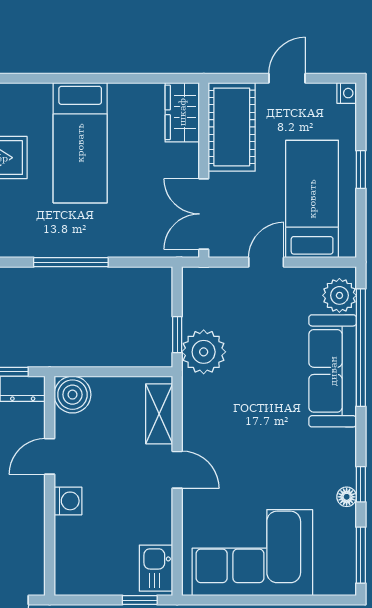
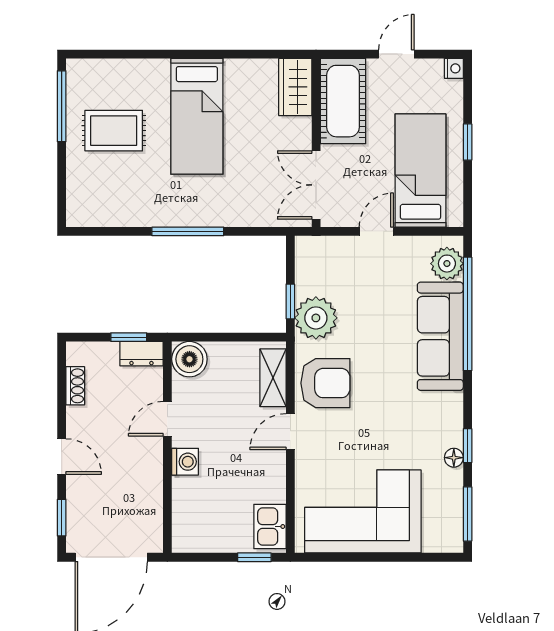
armchair: (214, 419) -> (325, 383), added
door: (177, 470) -> (290, 432), swing flipped

